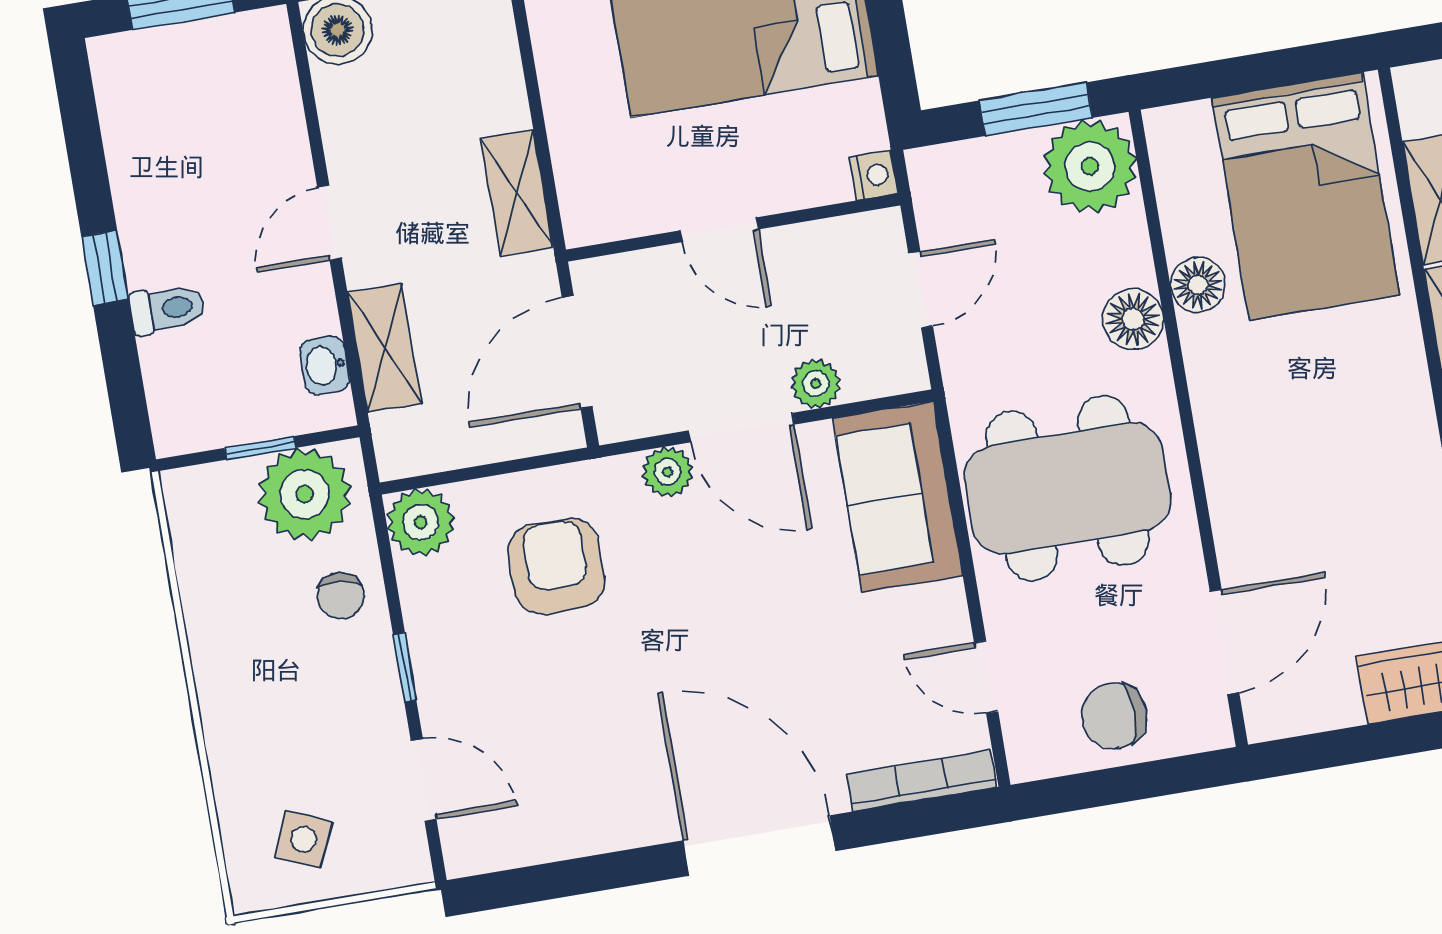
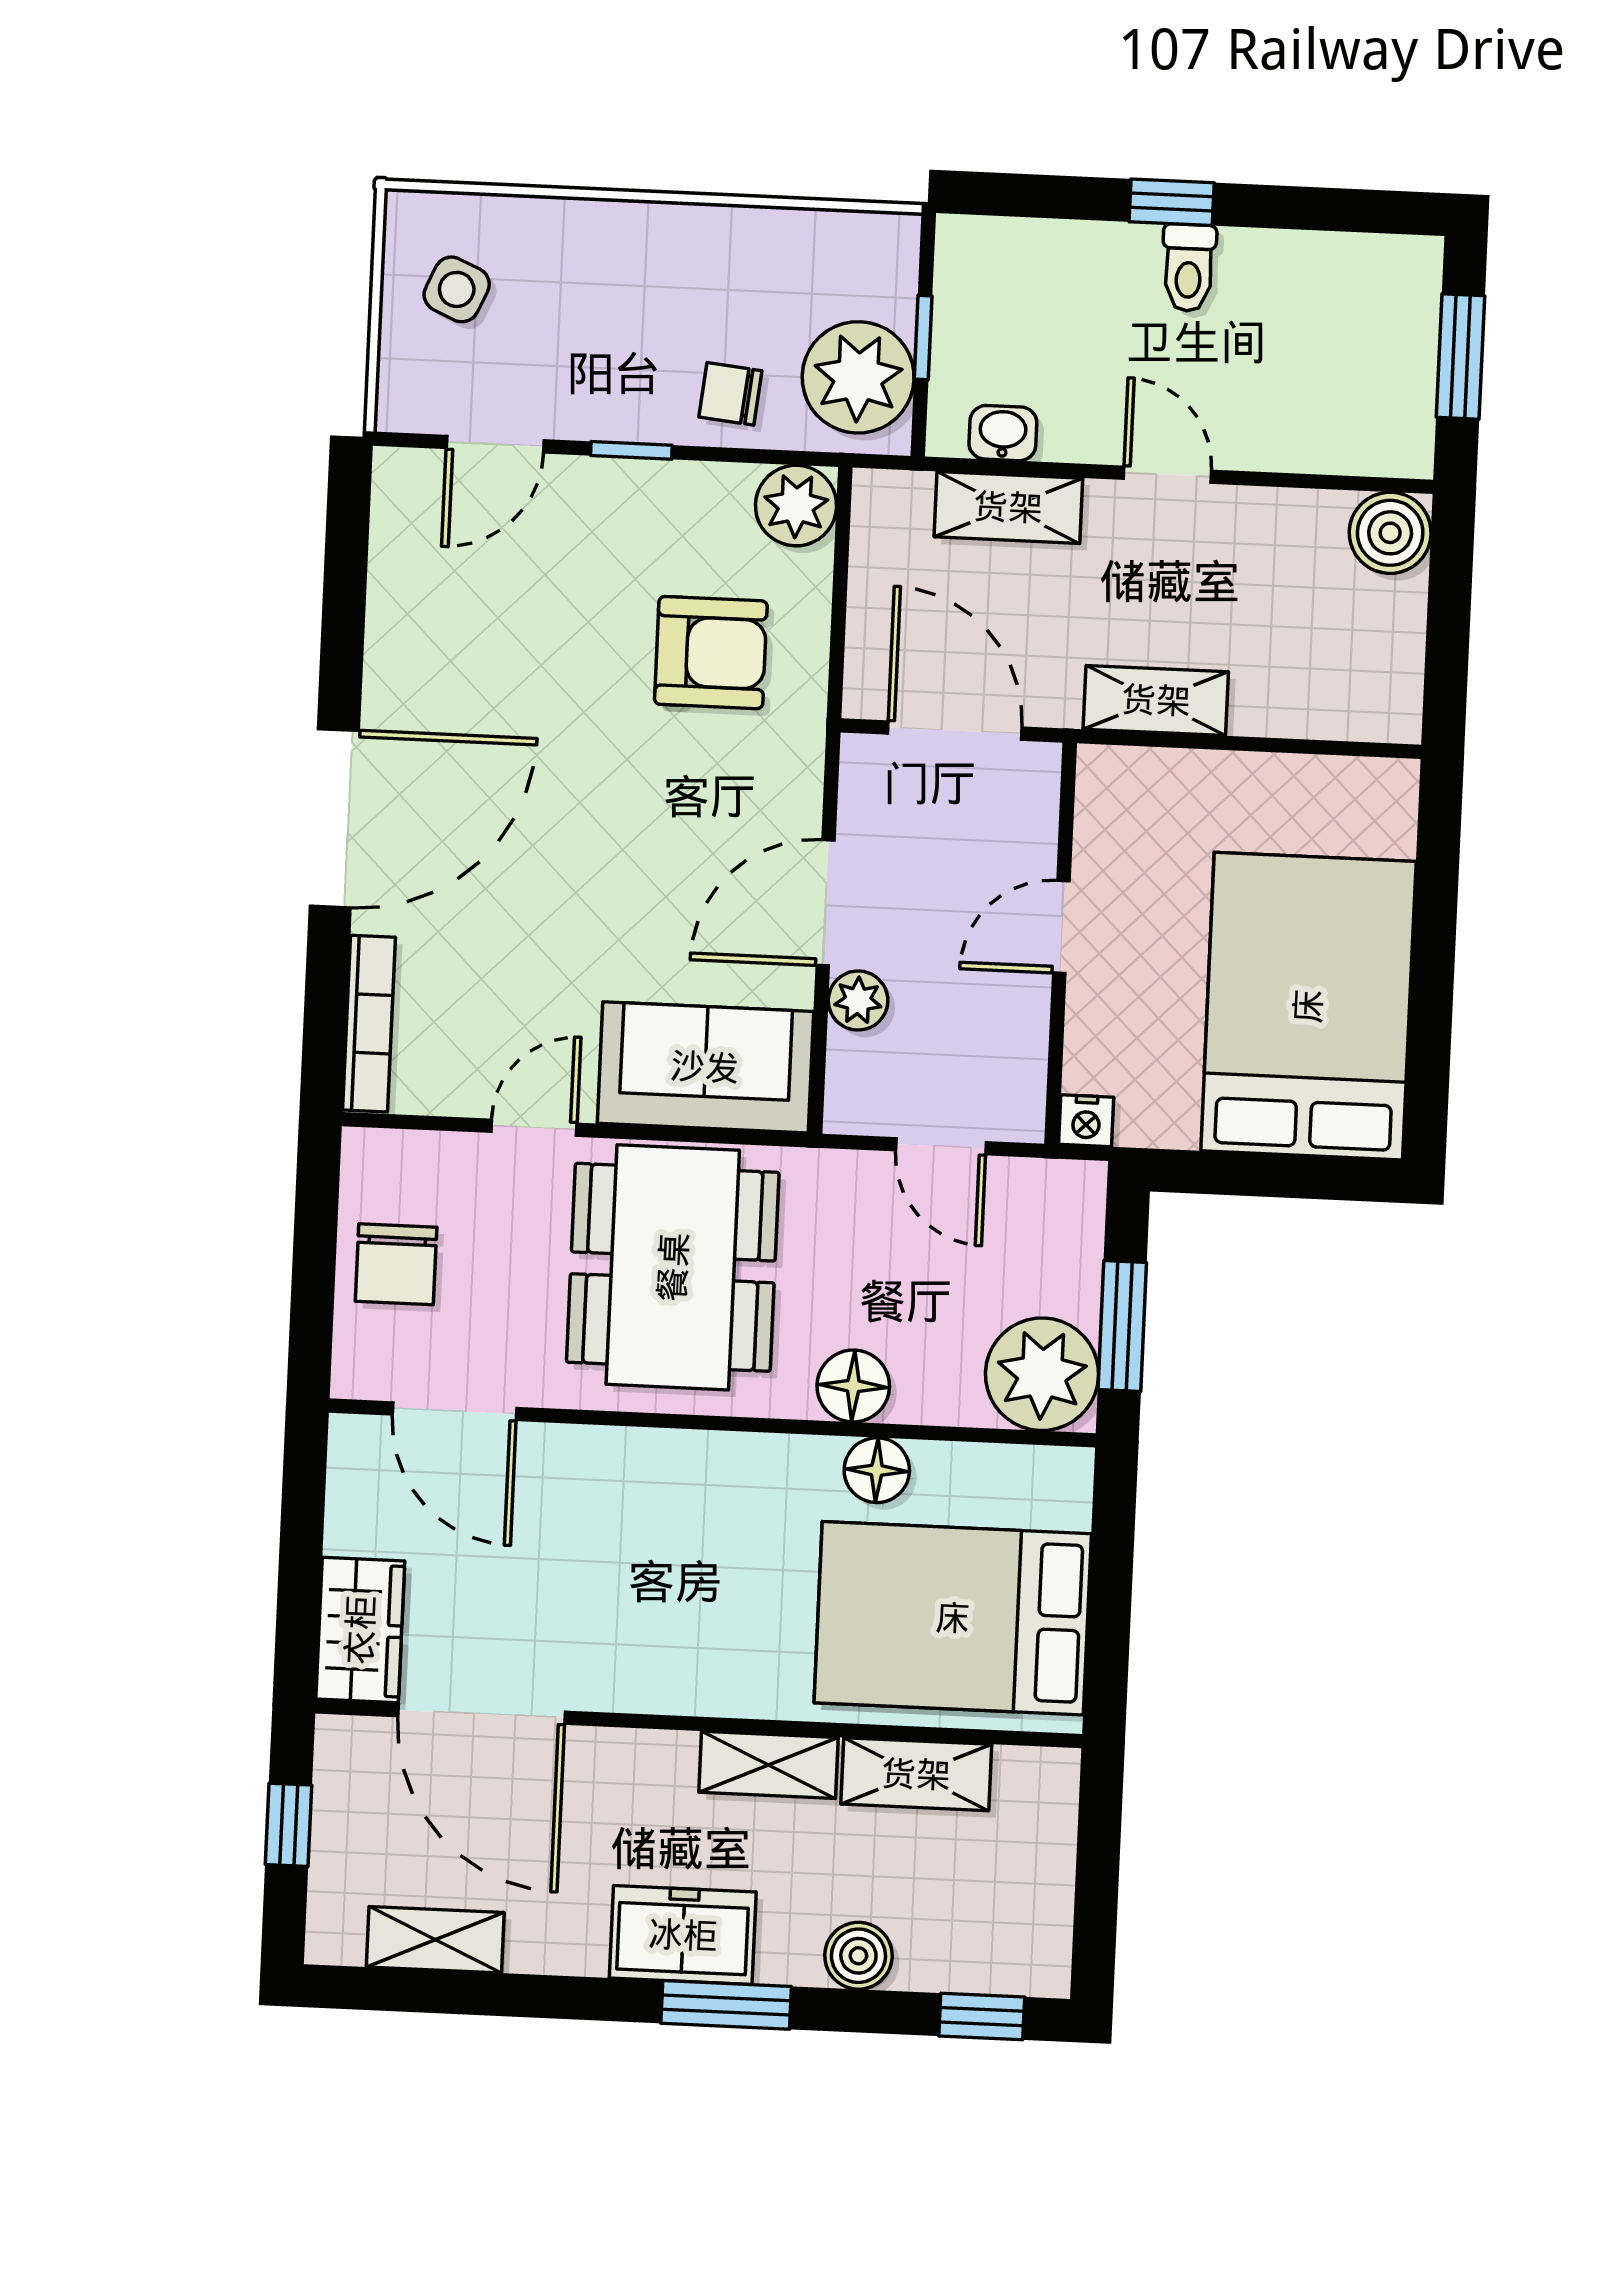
toilet: (167, 309) -> (1189, 268), moved
plant: (667, 472) -> (793, 806), removed
door: (986, 677) -> (534, 1128), moved
chair: (1114, 716) -> (396, 1264), turned 180

